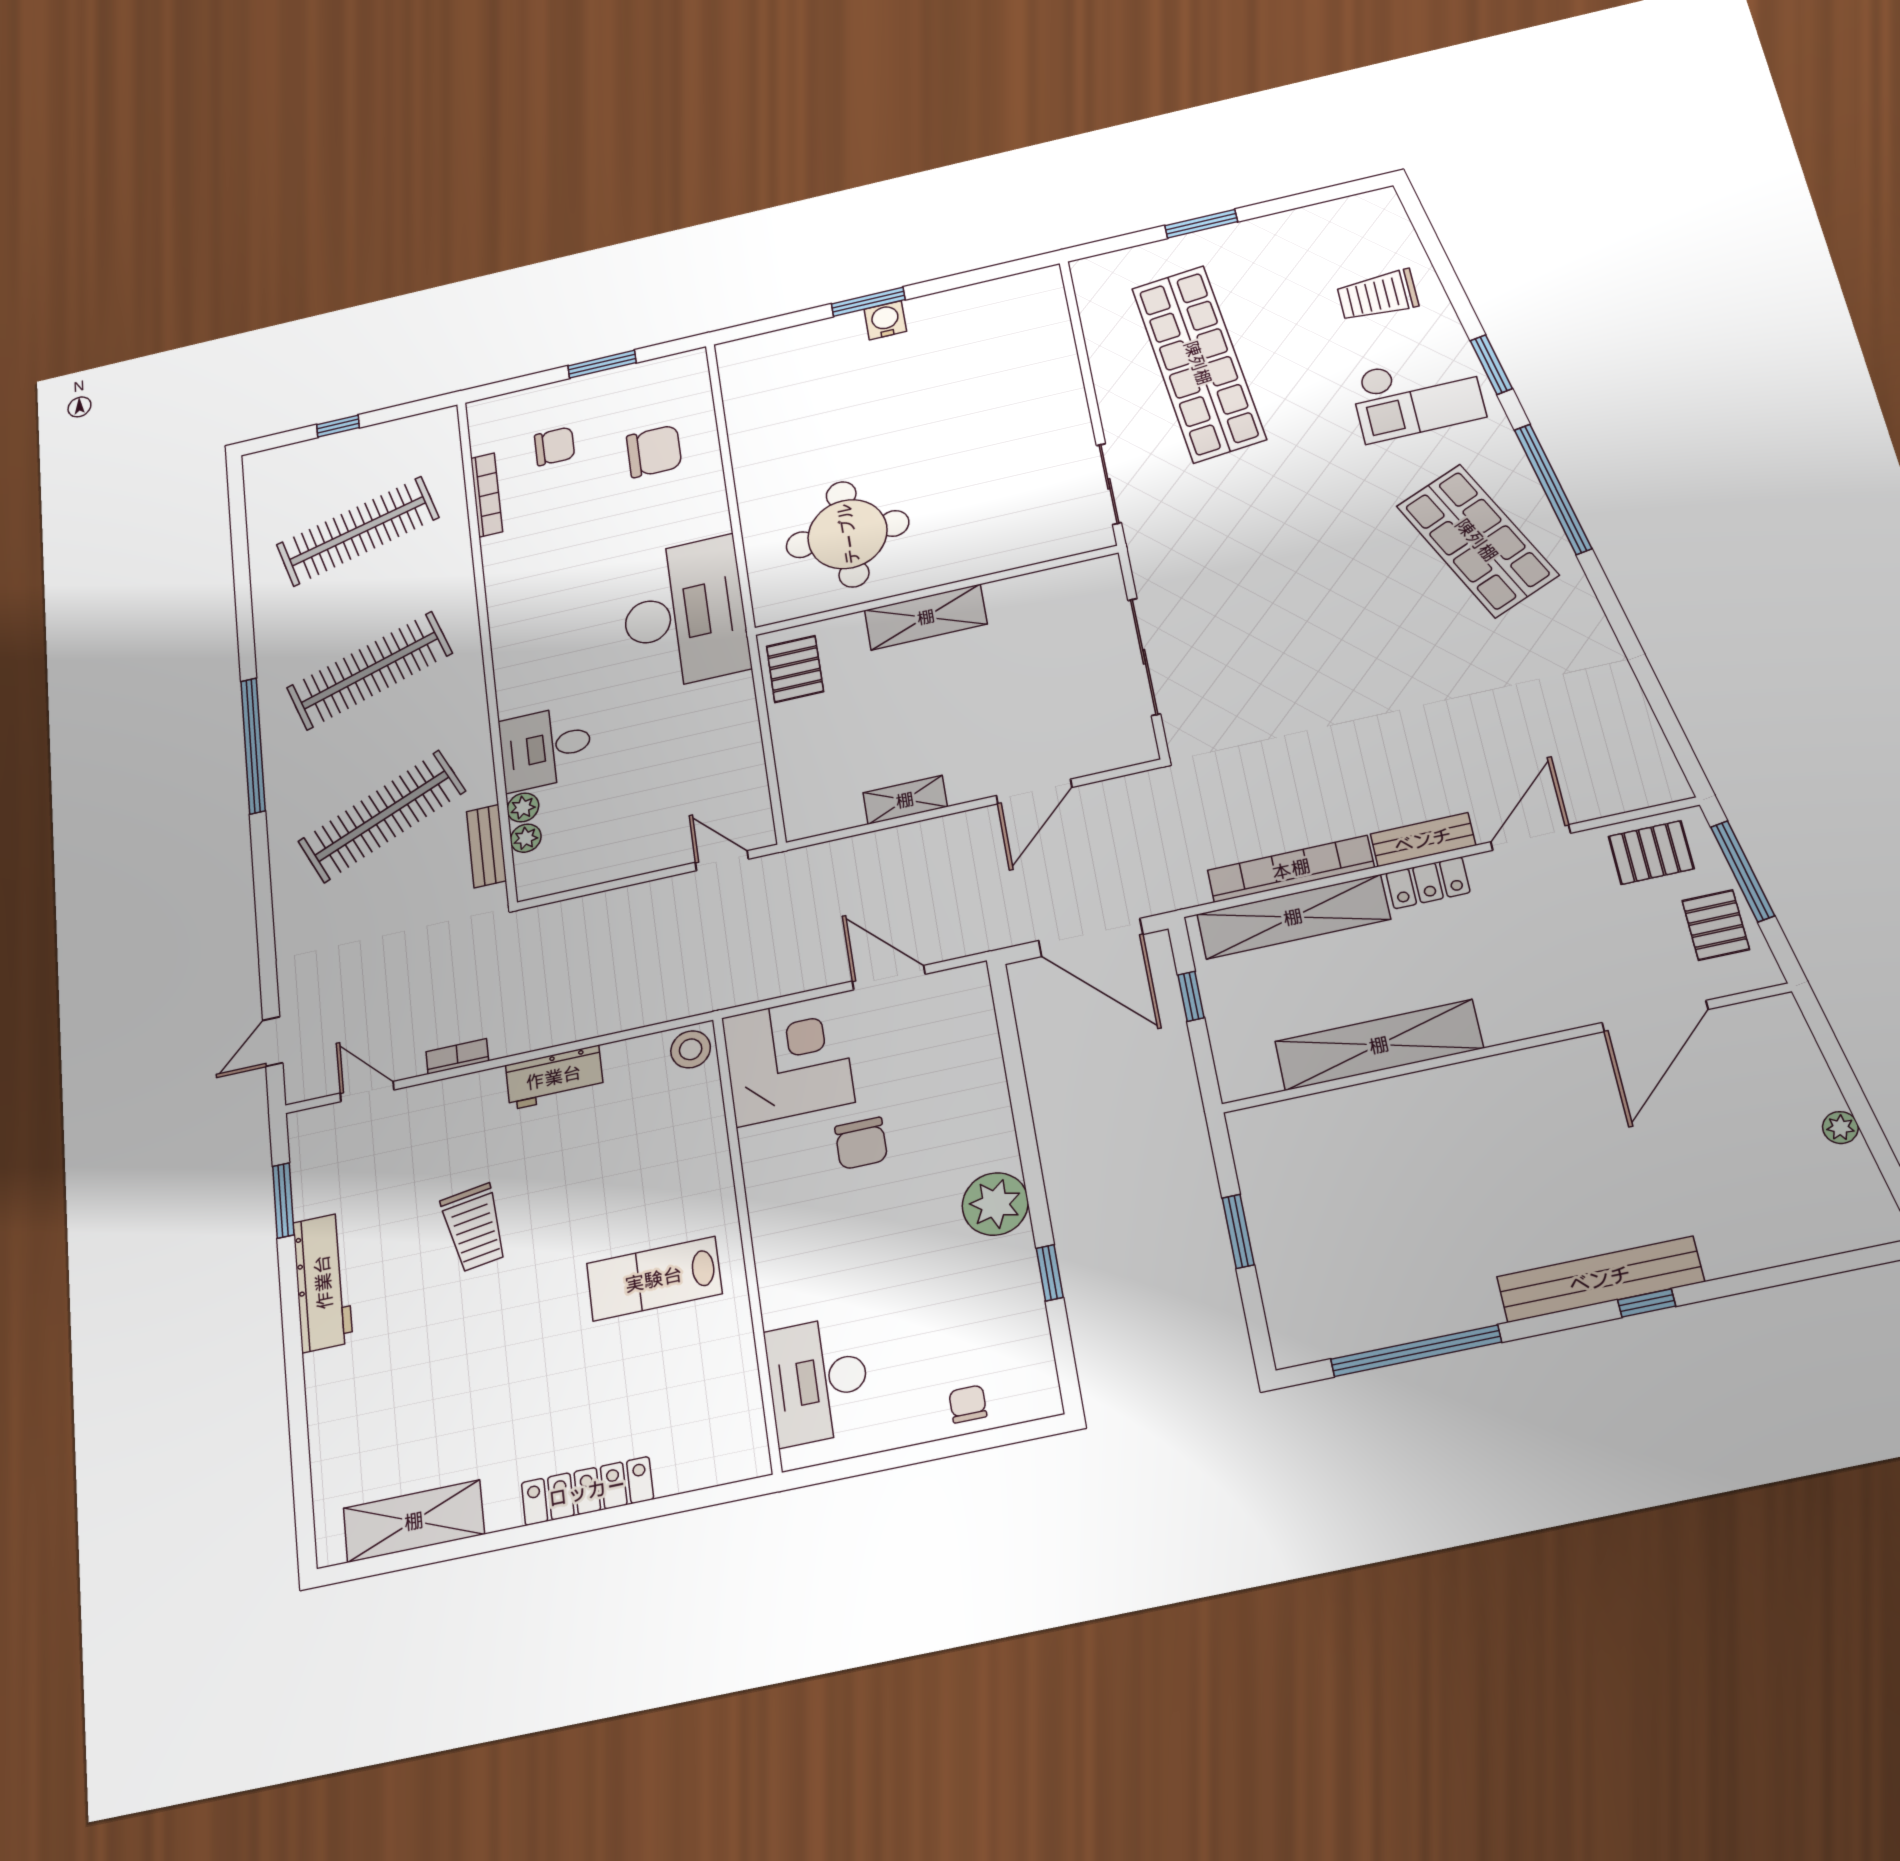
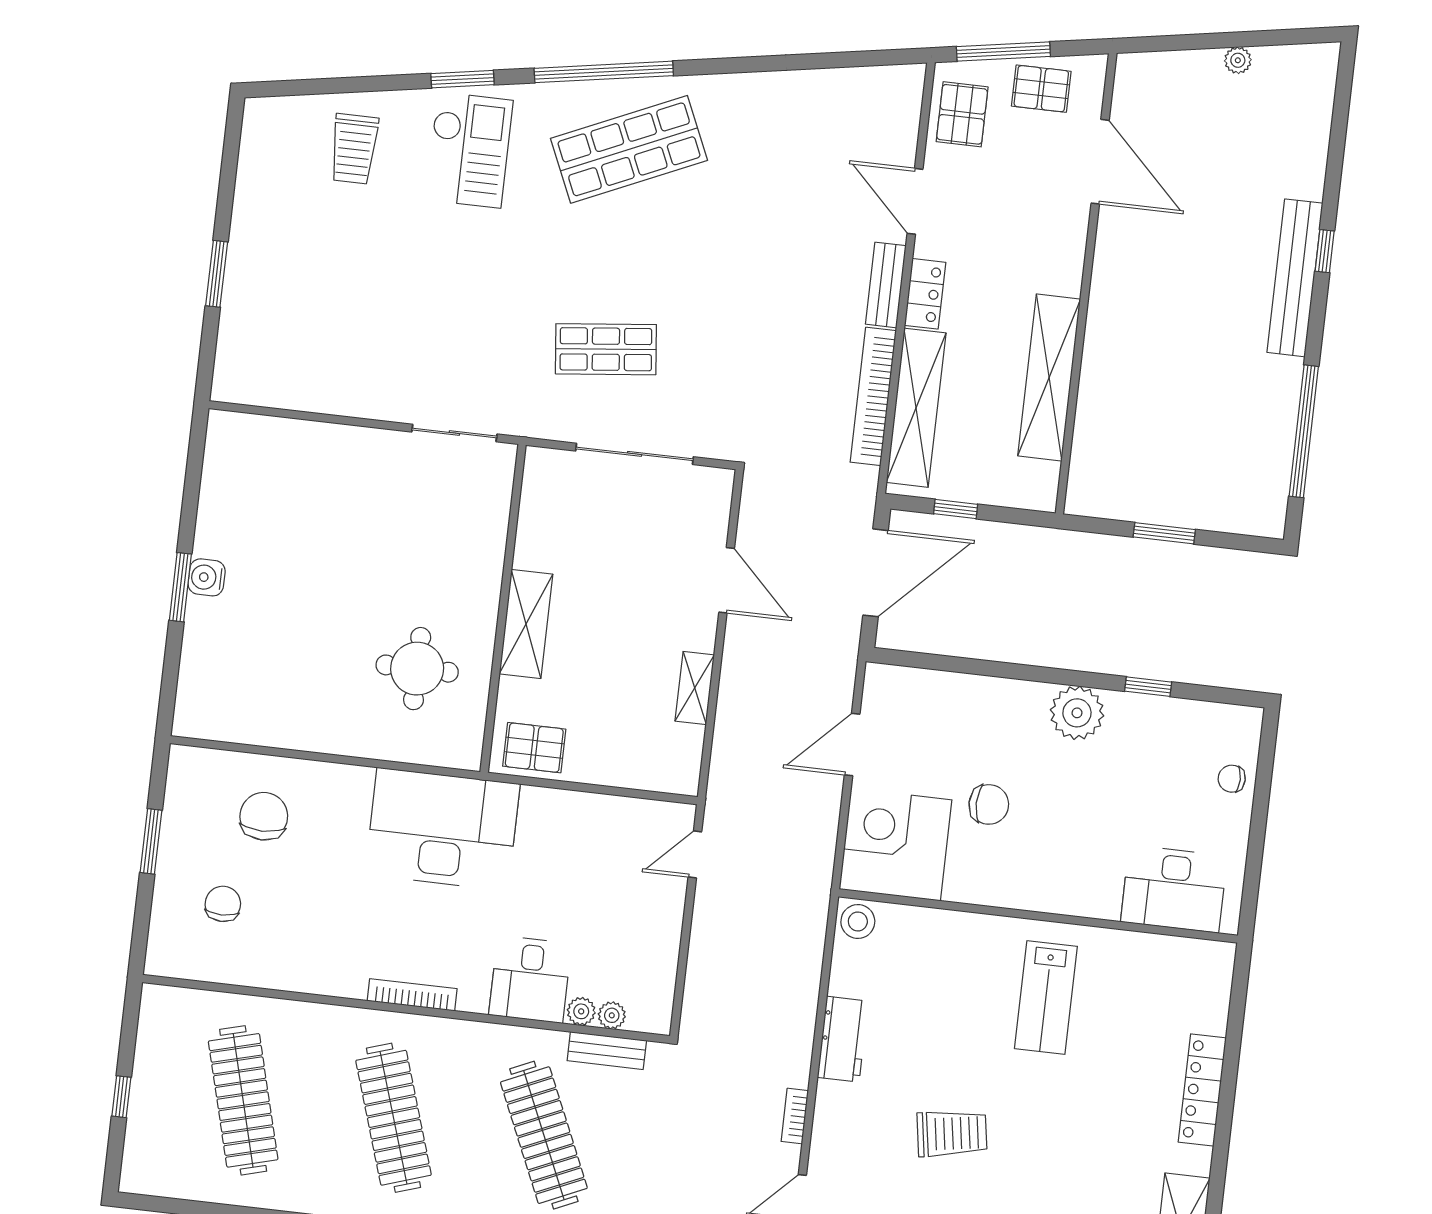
shop shelf: (1198, 363) -> (606, 349), moved, width x0.50, depth x0.74
bookcase: (487, 495) -> (412, 995), moved
round table: (848, 534) -> (417, 669), width x0.73, depth x0.73

